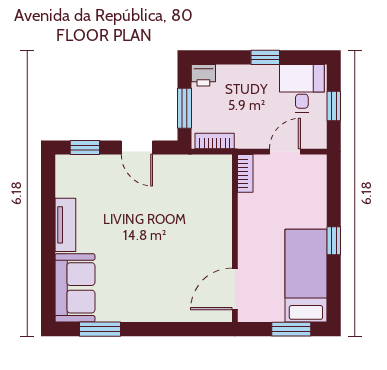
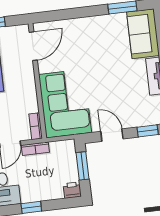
bookcase: (215, 141) -> (35, 149), moved
corner sofa: (199, 201) -> (65, 104), added

